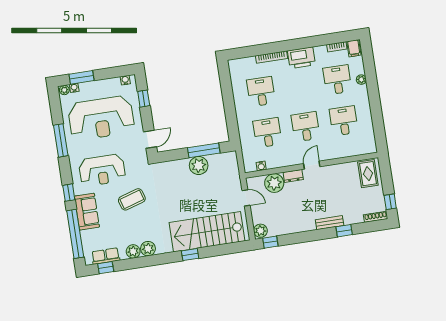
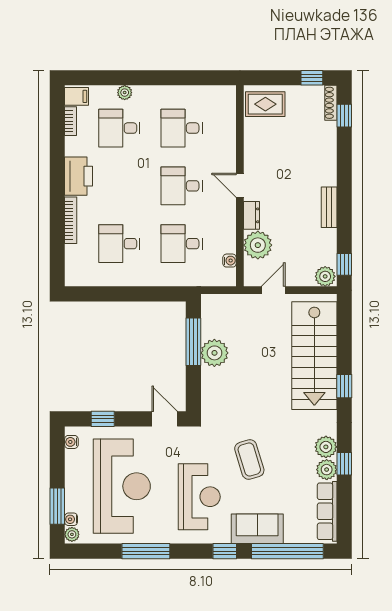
bench: (330, 223) -> (329, 207), moved
window: (344, 231) -> (344, 116), moved
row of seats: (106, 256) -> (327, 511), width x1.48
window: (106, 268) -> (344, 464), moved

